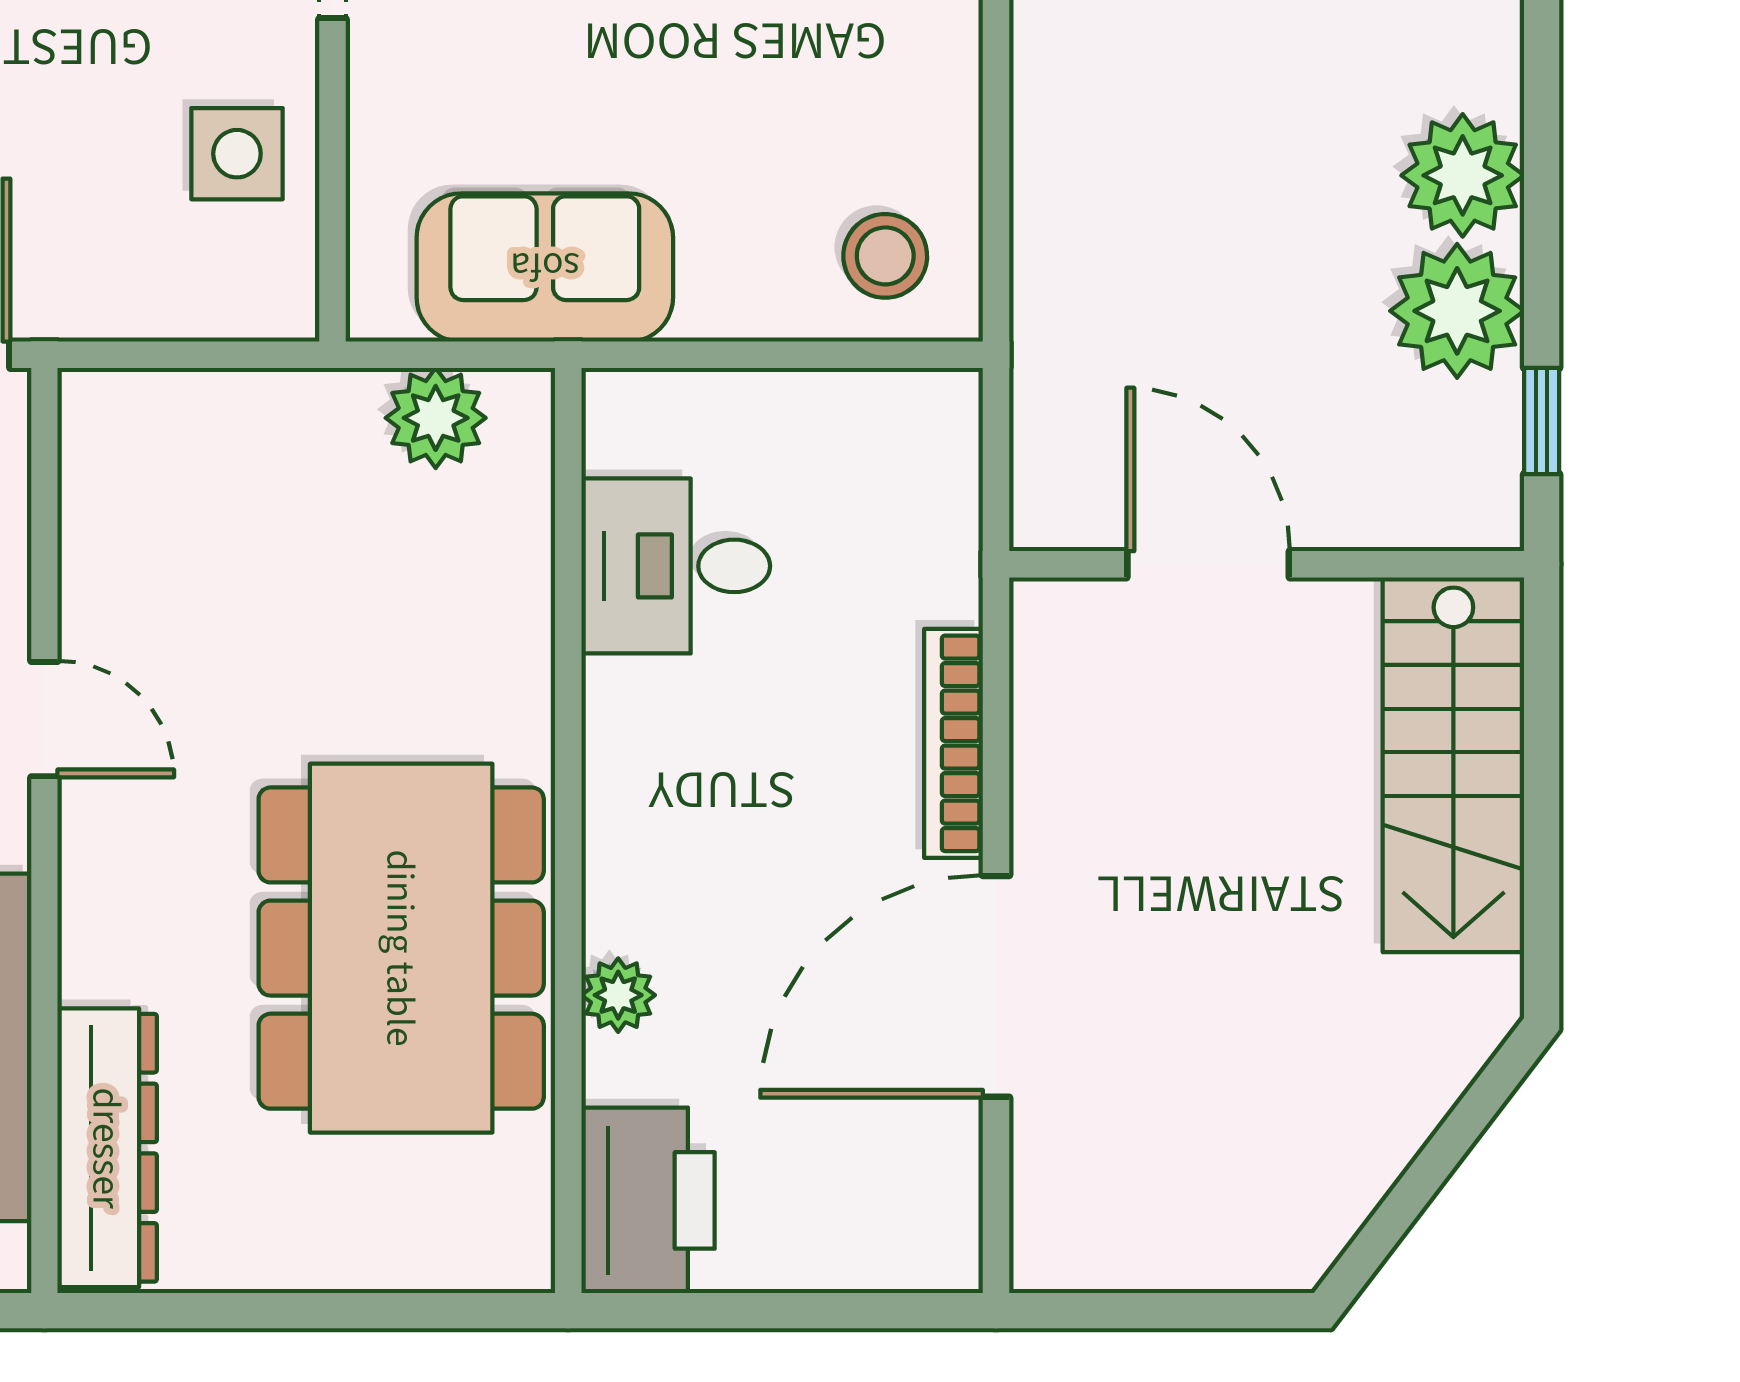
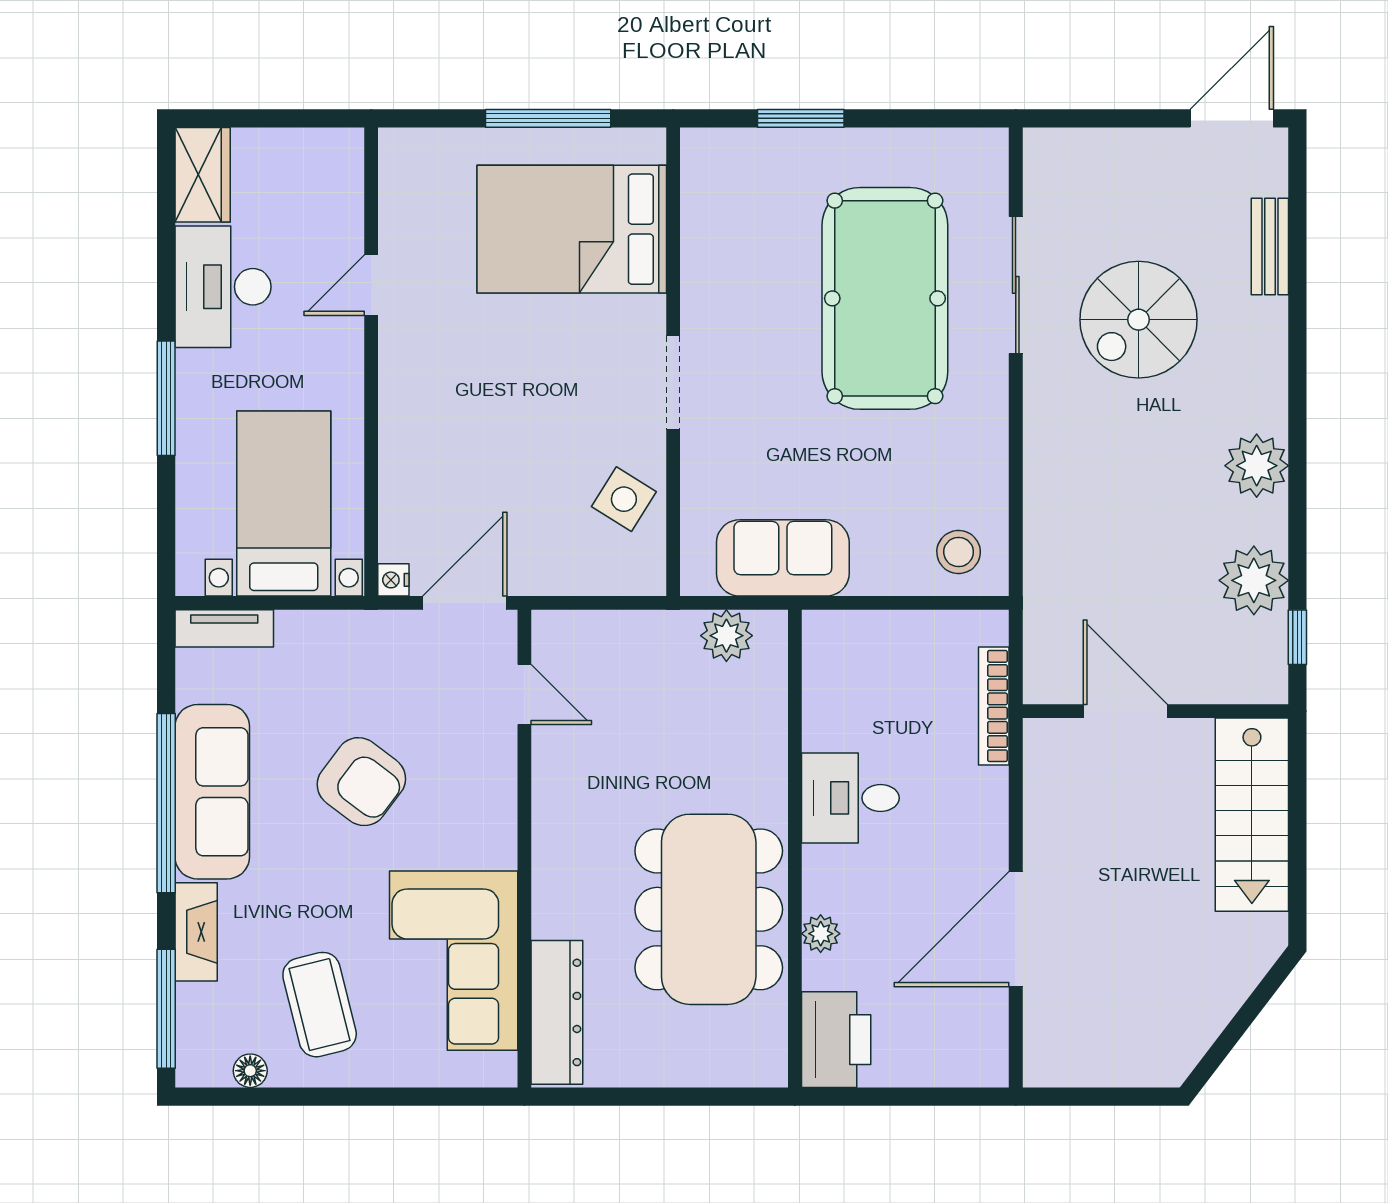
side table: (237, 154) -> (624, 499), turned 32
plant: (1463, 175) -> (1257, 466), moved
desk: (676, 566) -> (850, 798), moved
door: (44, 719) -> (524, 694), moved
bookcase: (954, 743) -> (994, 706), moved

